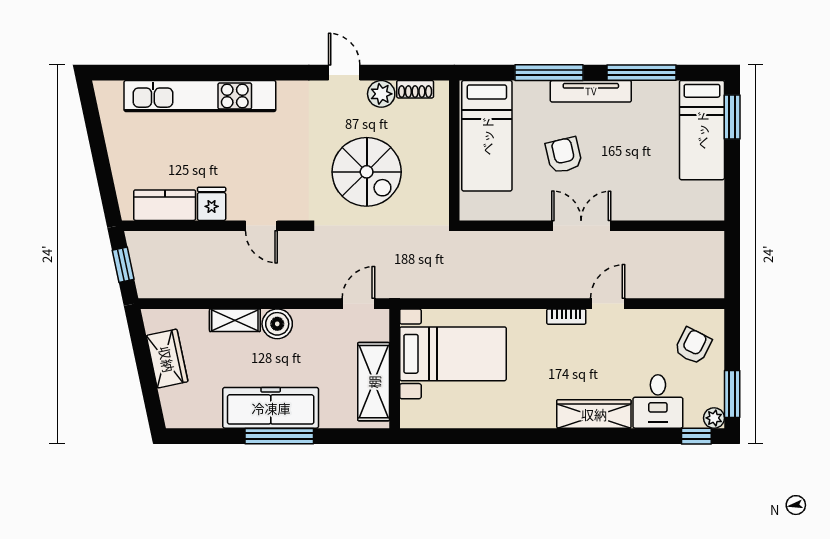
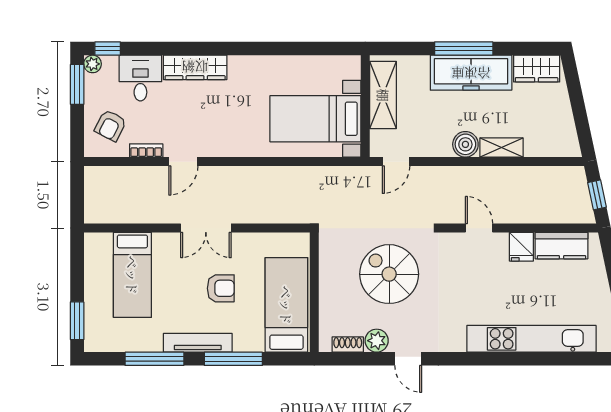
bed: (702, 130) -> (132, 275), moved, turned 180
armchair: (564, 155) -> (221, 288), turned -77
bookcase: (566, 317) -> (146, 150), moved
wardrobe: (167, 359) -> (537, 69), moved, turned -78

